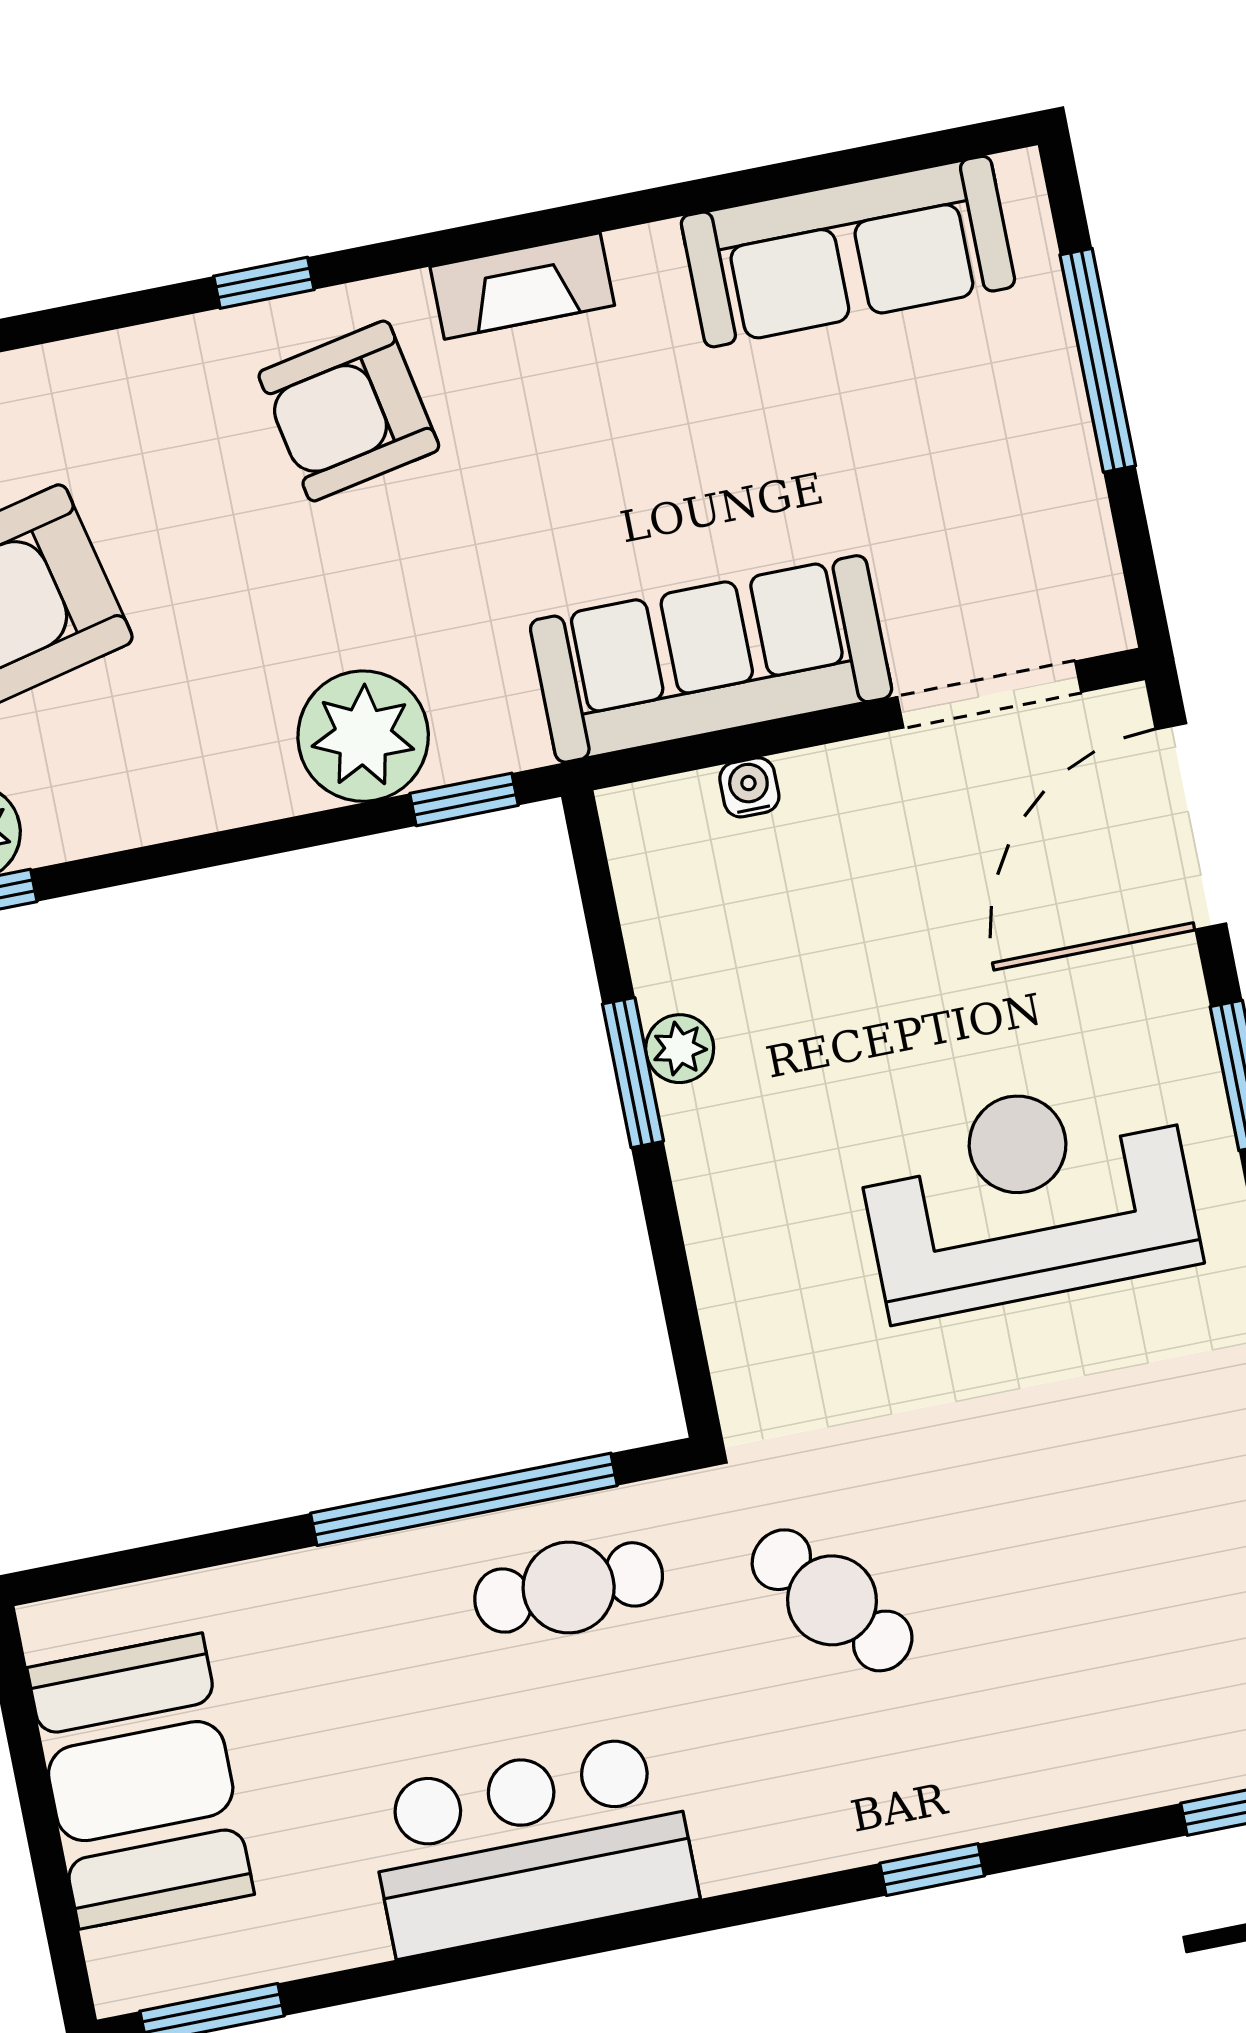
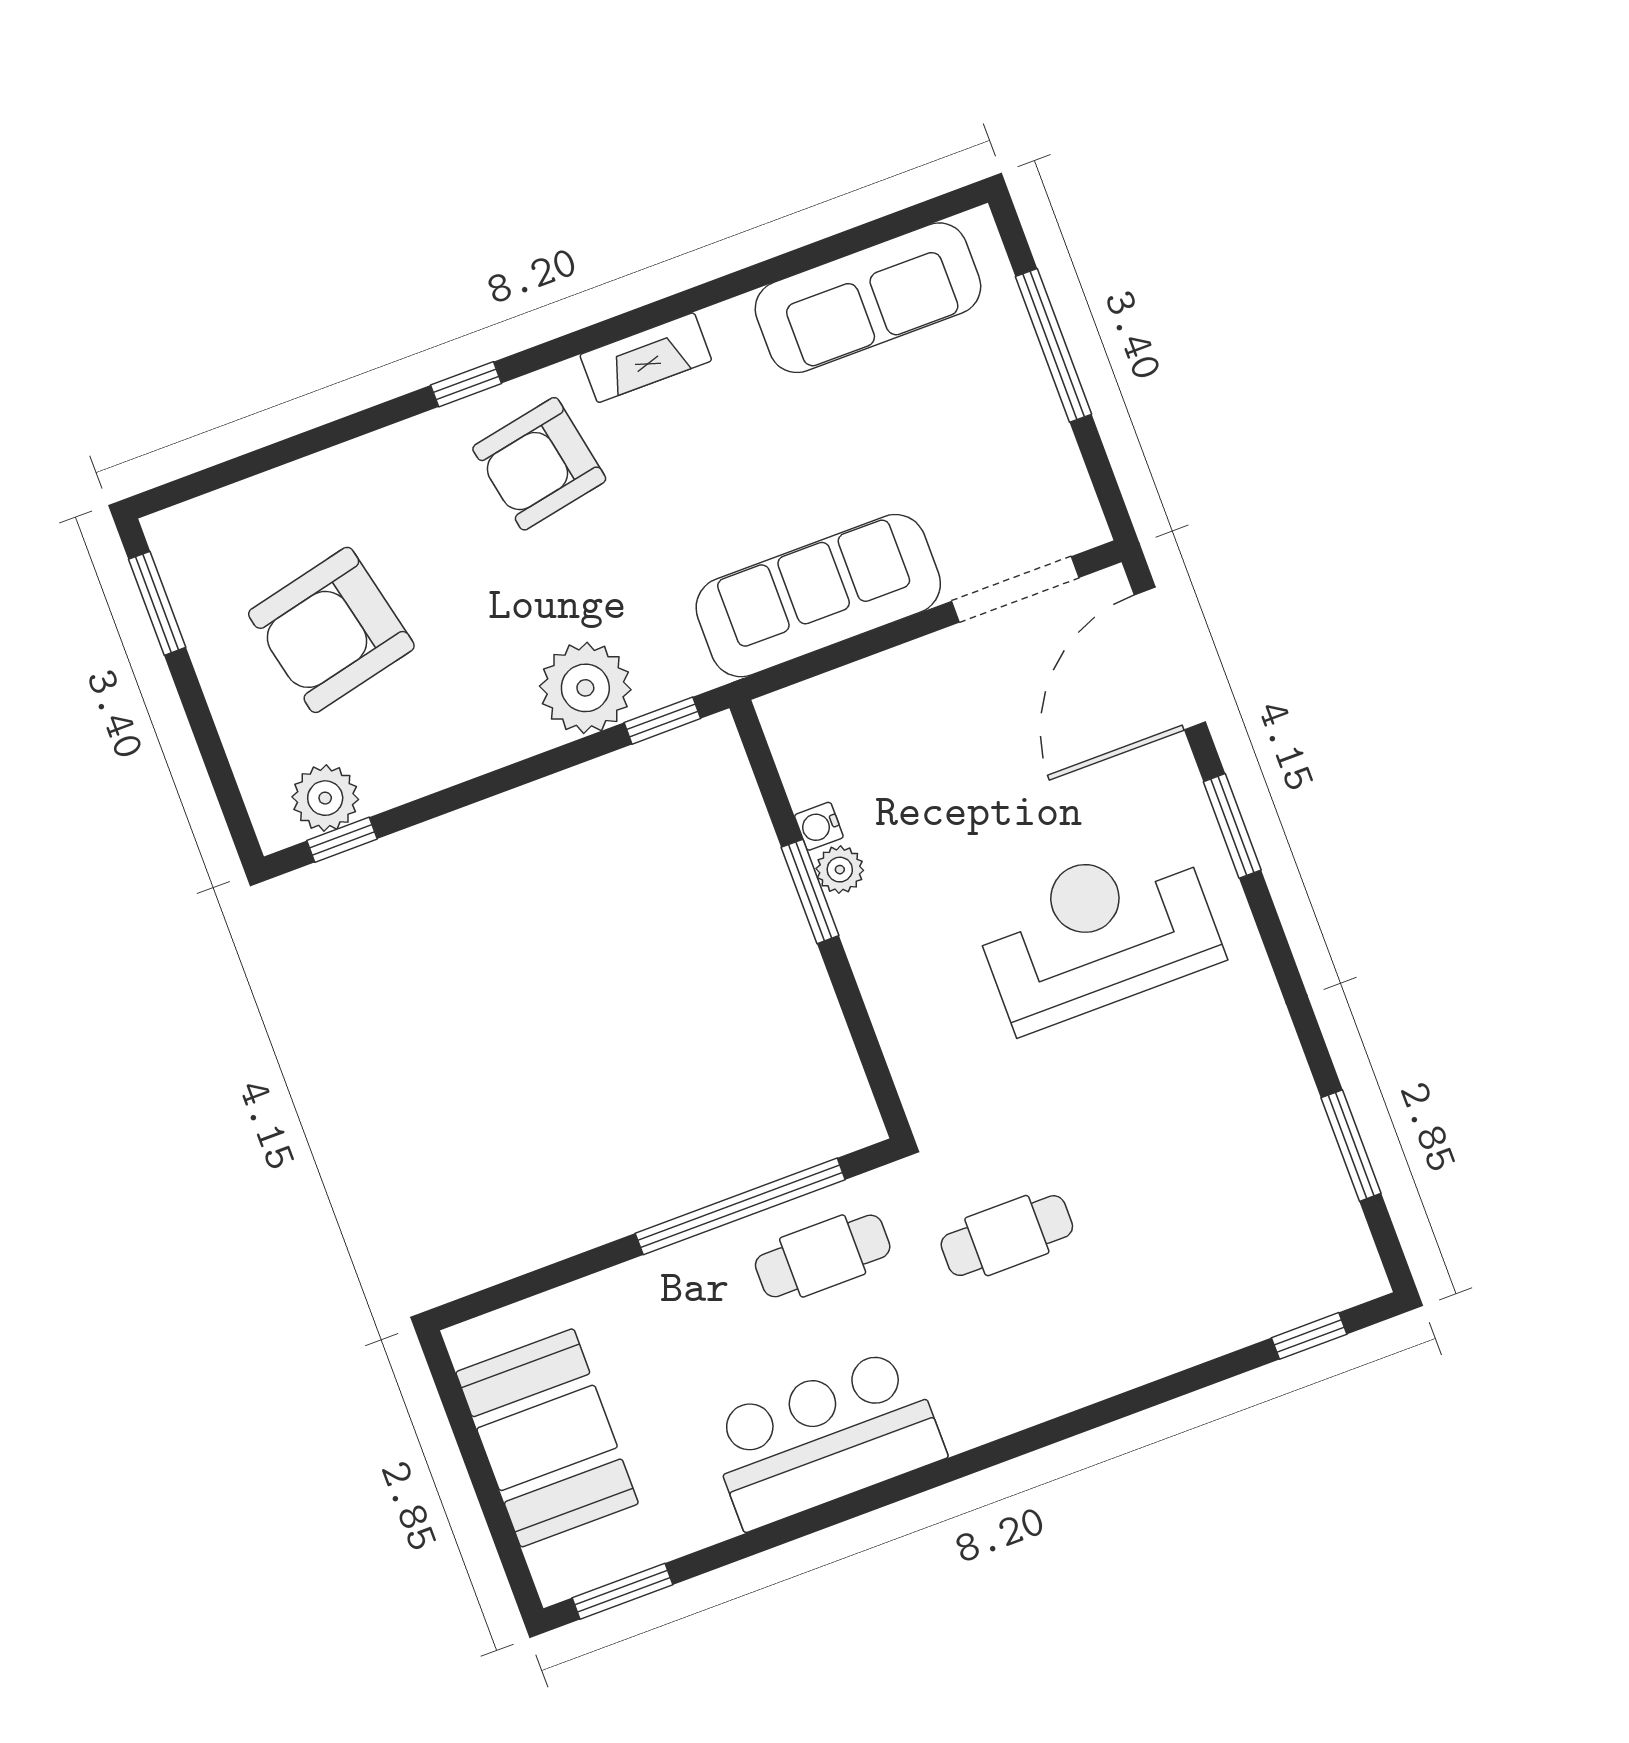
water cooler: (749, 787) -> (819, 826), moved, turned -90
cafe table: (832, 1600) -> (1007, 1236), turned -50
window: (932, 1870) -> (1106, 1411), removed

